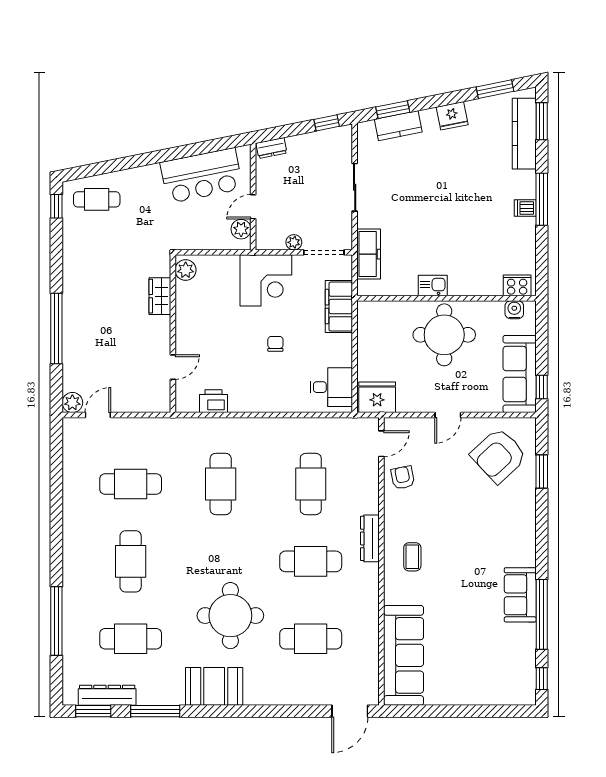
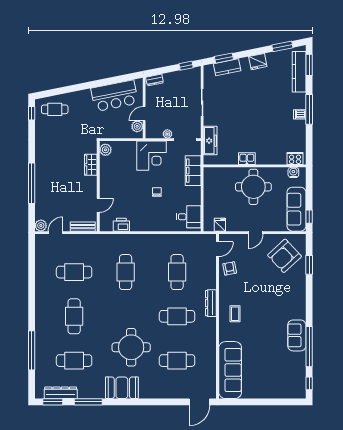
fridge: (377, 397) -> (220, 225), width x0.53, depth x0.75
bench: (146, 405) -> (83, 227), added

